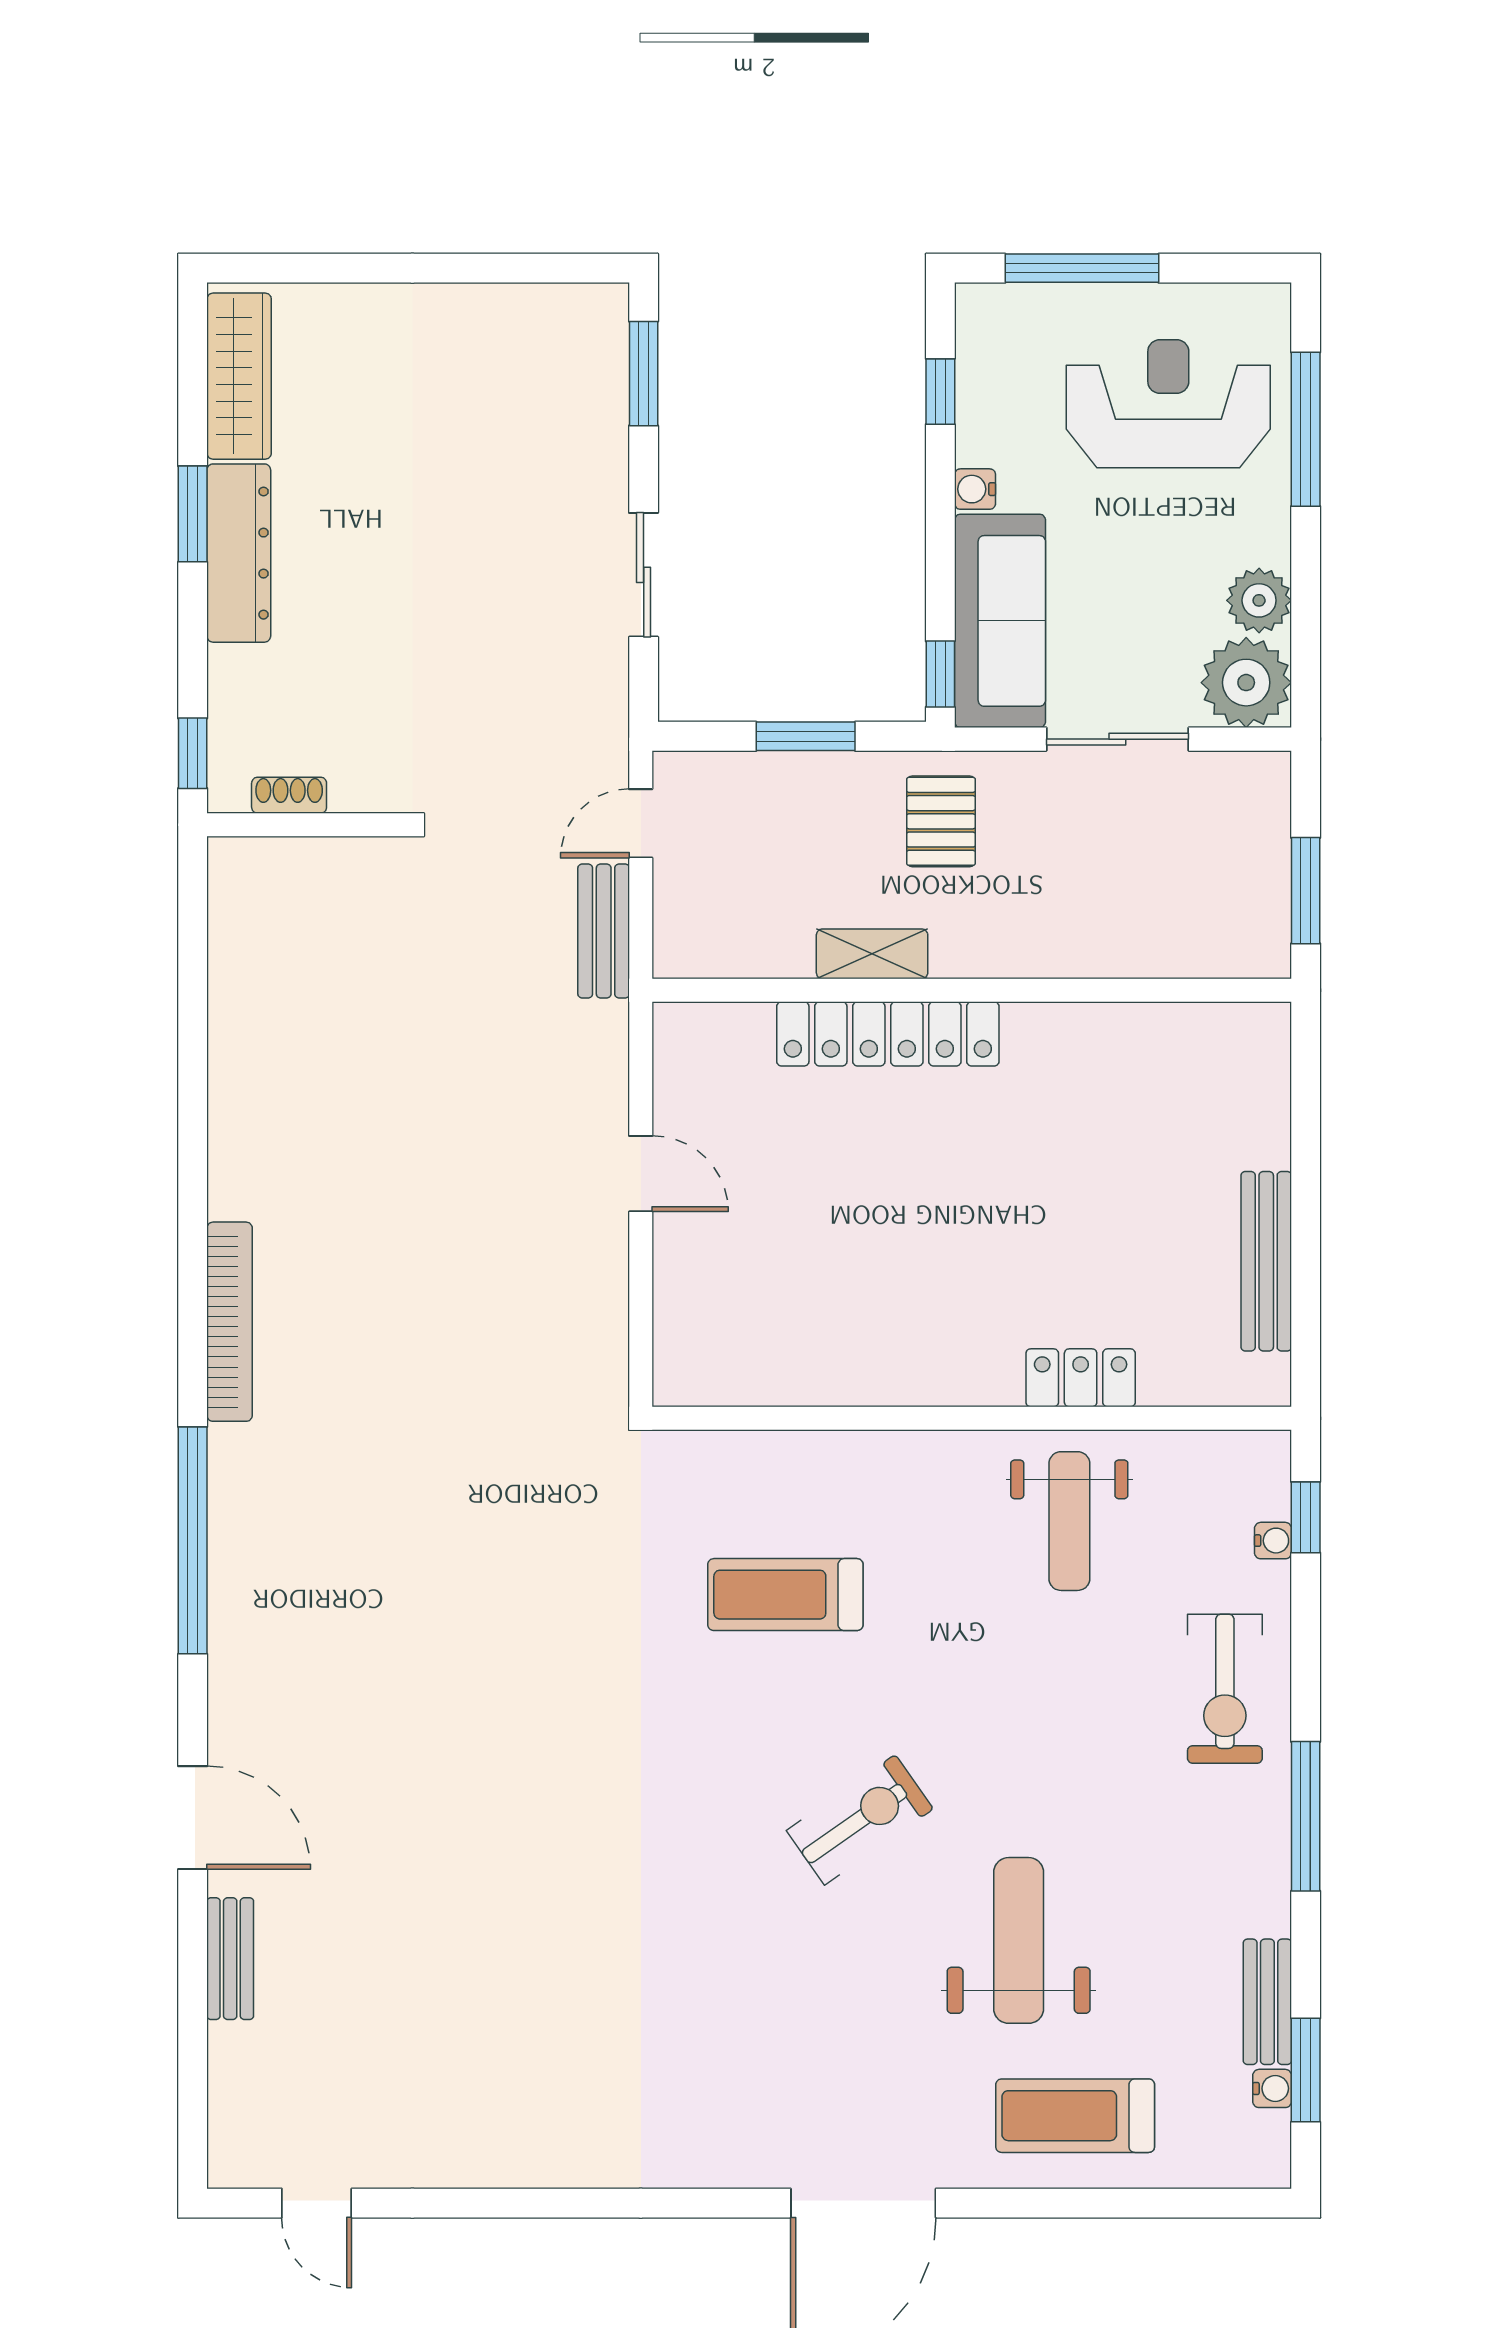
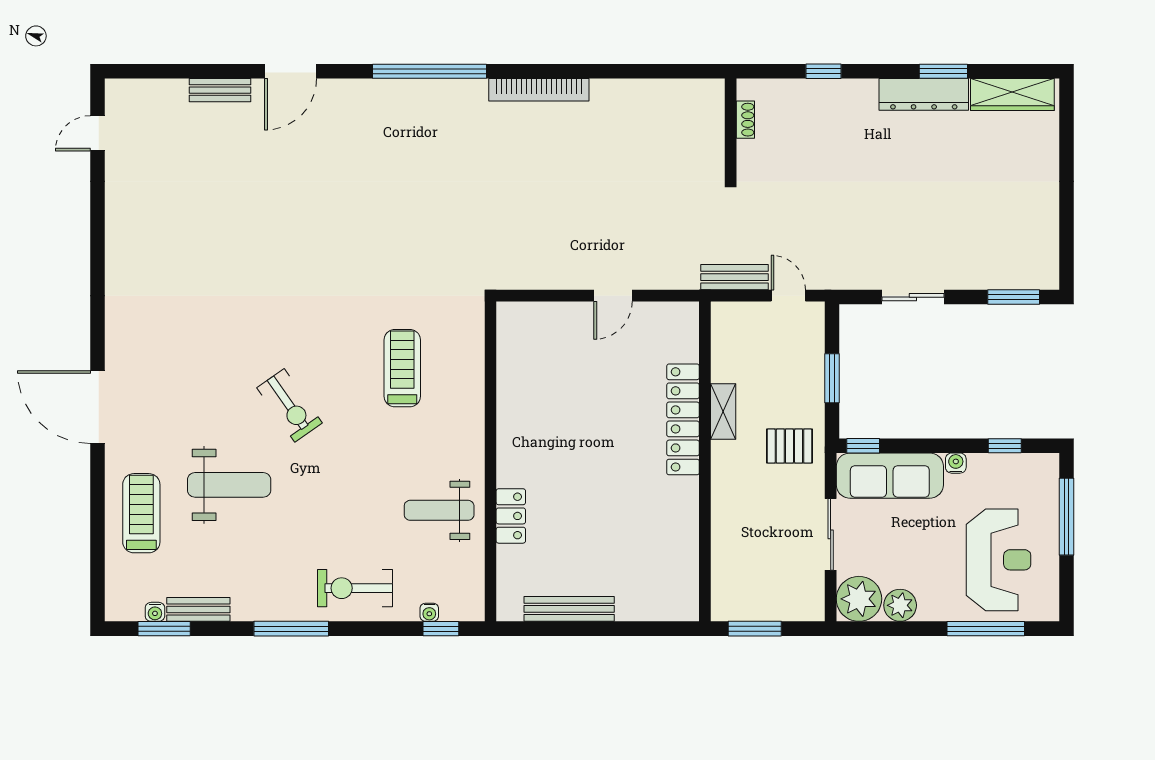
shoe rack: (289, 795) -> (745, 120), moved
wall: (304, 825) -> (731, 127), moved

